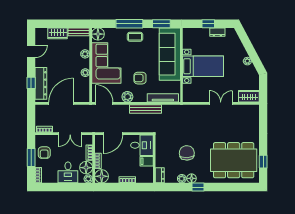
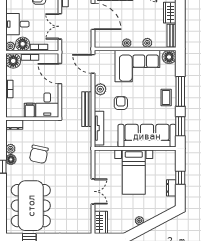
door: (104, 103) -> (93, 64), swing flipped
chair: (187, 153) -> (39, 154), turned 105

